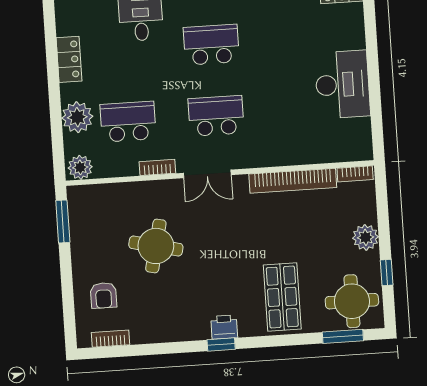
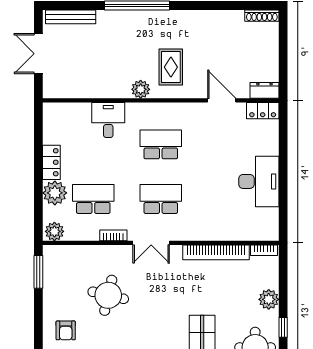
locker: (69, 59) -> (51, 162), moved

